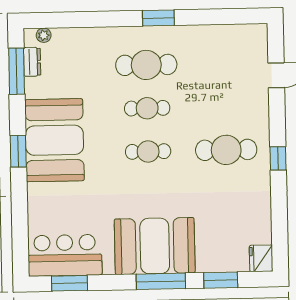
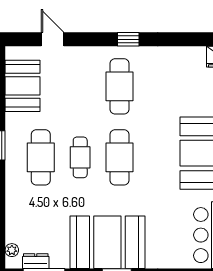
booth: (224, 43) -> (23, 86), added
cafe table: (148, 152) -> (120, 157), width x1.37, depth x1.35

